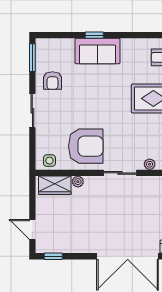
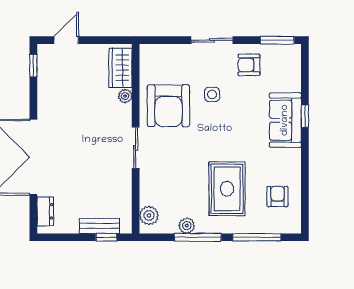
side table: (49, 161) -> (212, 94), moved
plant: (150, 164) -> (146, 184), removed

